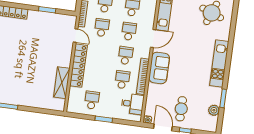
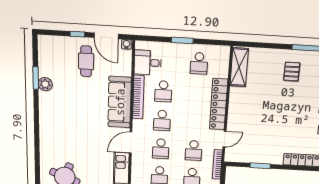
door: (75, 36) -> (225, 139), swing flipped
kitchen unit: (219, 63) -> (47, 120), removed
sofa: (159, 68) -> (120, 102), width x1.36
shelving: (62, 83) -> (239, 67), moved
pallet: (18, 88) -> (292, 72), added
plant: (214, 110) -> (45, 84), moved

